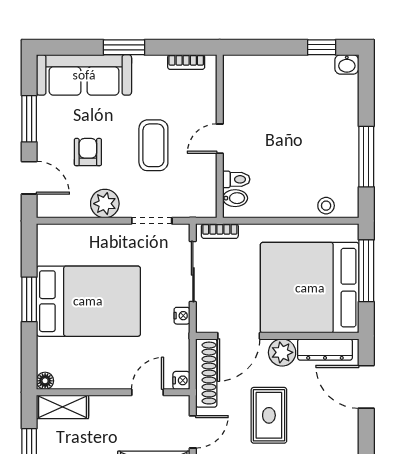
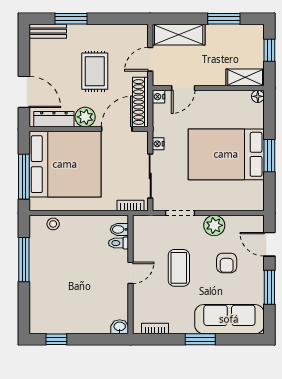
washbasin: (347, 64) -> (120, 327), moved

